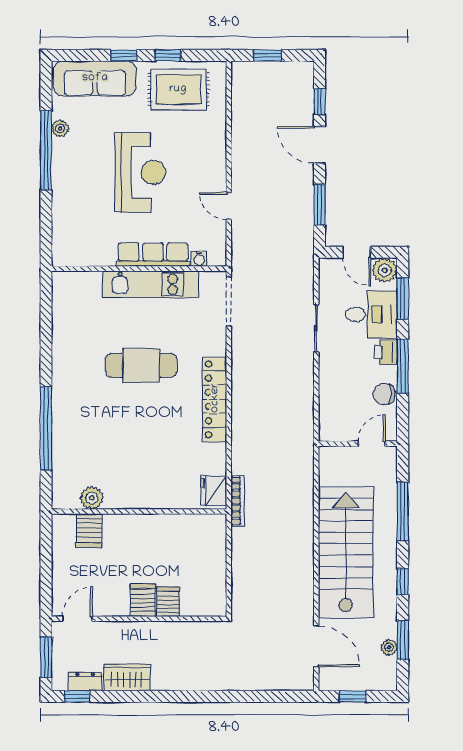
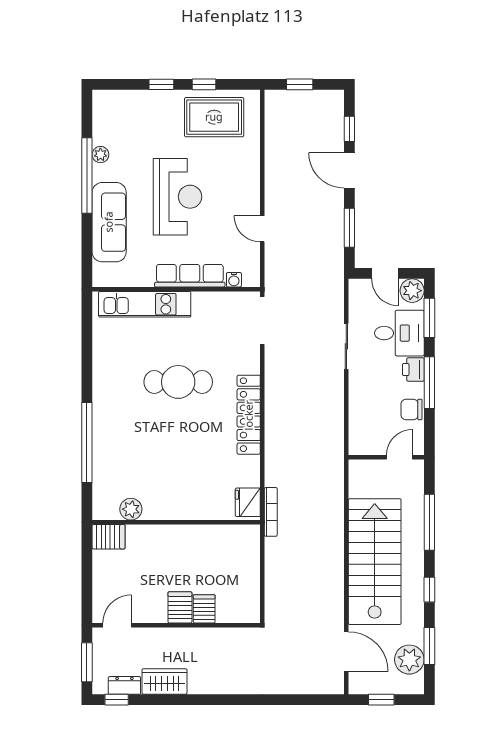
sofa: (95, 78) -> (109, 222), moved, turned -90
kitchen unit: (151, 284) -> (145, 304), moved
server rack: (89, 531) -> (109, 537), moved, turned -90
plant: (389, 647) -> (409, 660), width x1.87, depth x1.87

